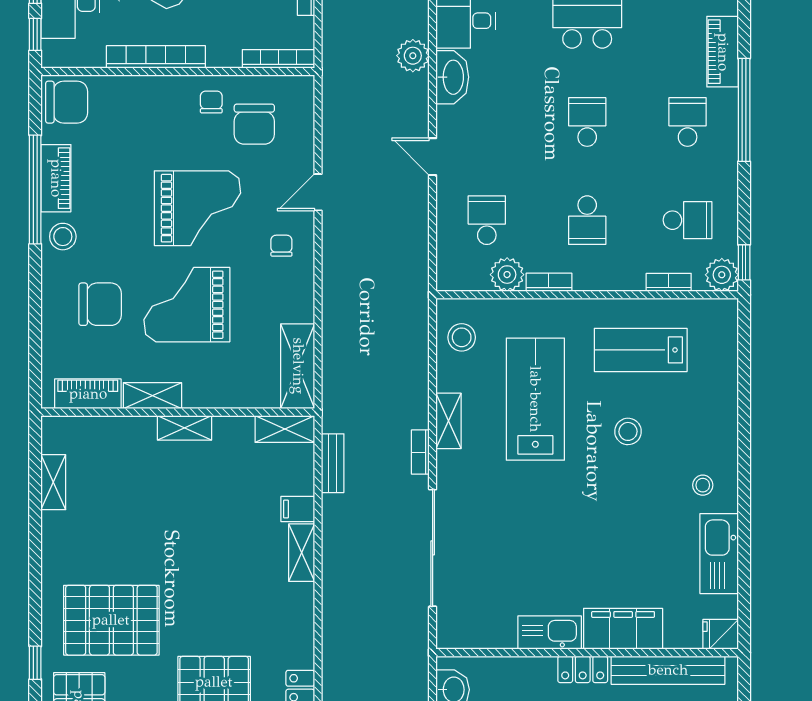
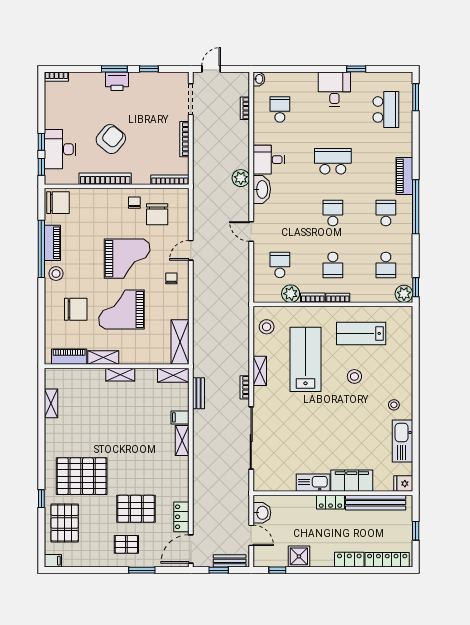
school desk: (688, 220) -> (386, 265), turned 90
bookcase: (669, 282) -> (338, 298), moved

